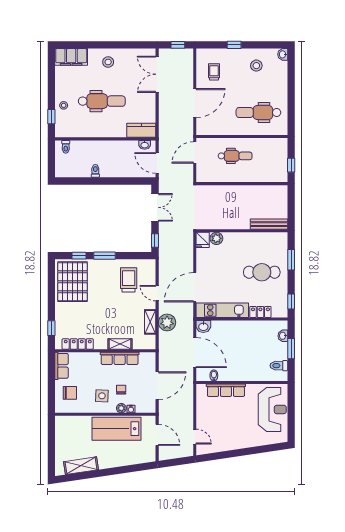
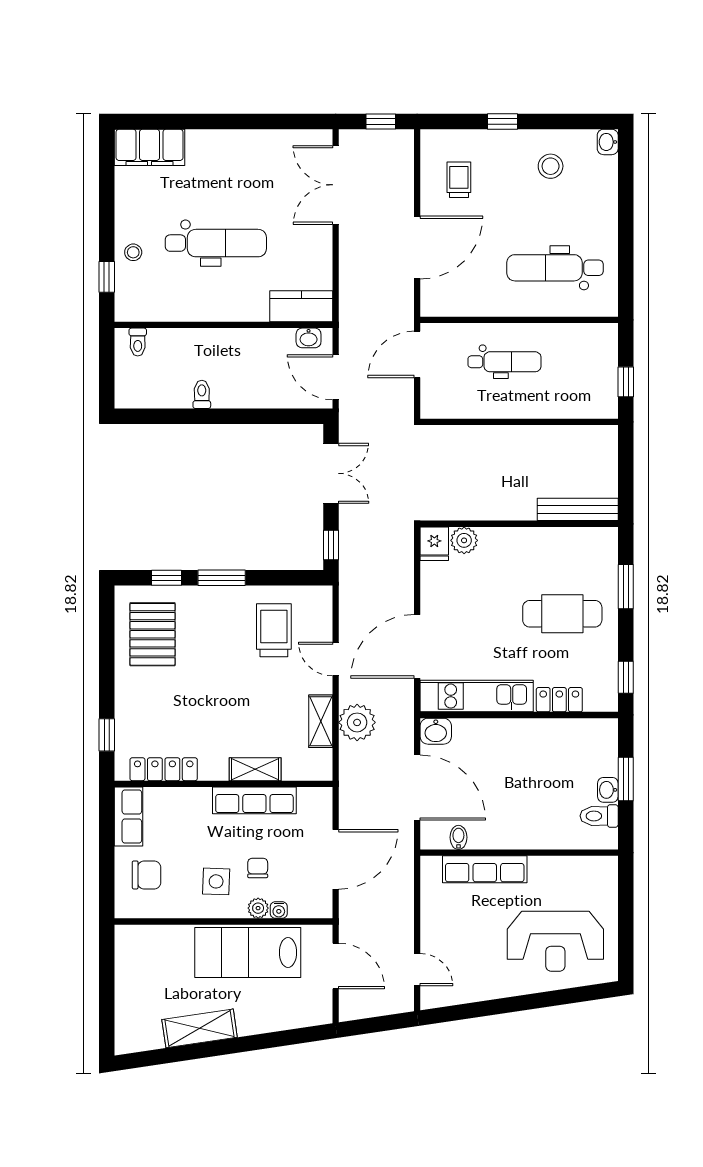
stool: (108, 62) -> (229, 158), removed
pallet: (73, 282) -> (153, 634), width x0.73, depth x0.71
washbasin: (283, 336) -> (608, 790), moved
reception desk: (272, 409) -> (555, 941), moved, turned 90
shelving: (81, 466) -> (200, 1028), moved

